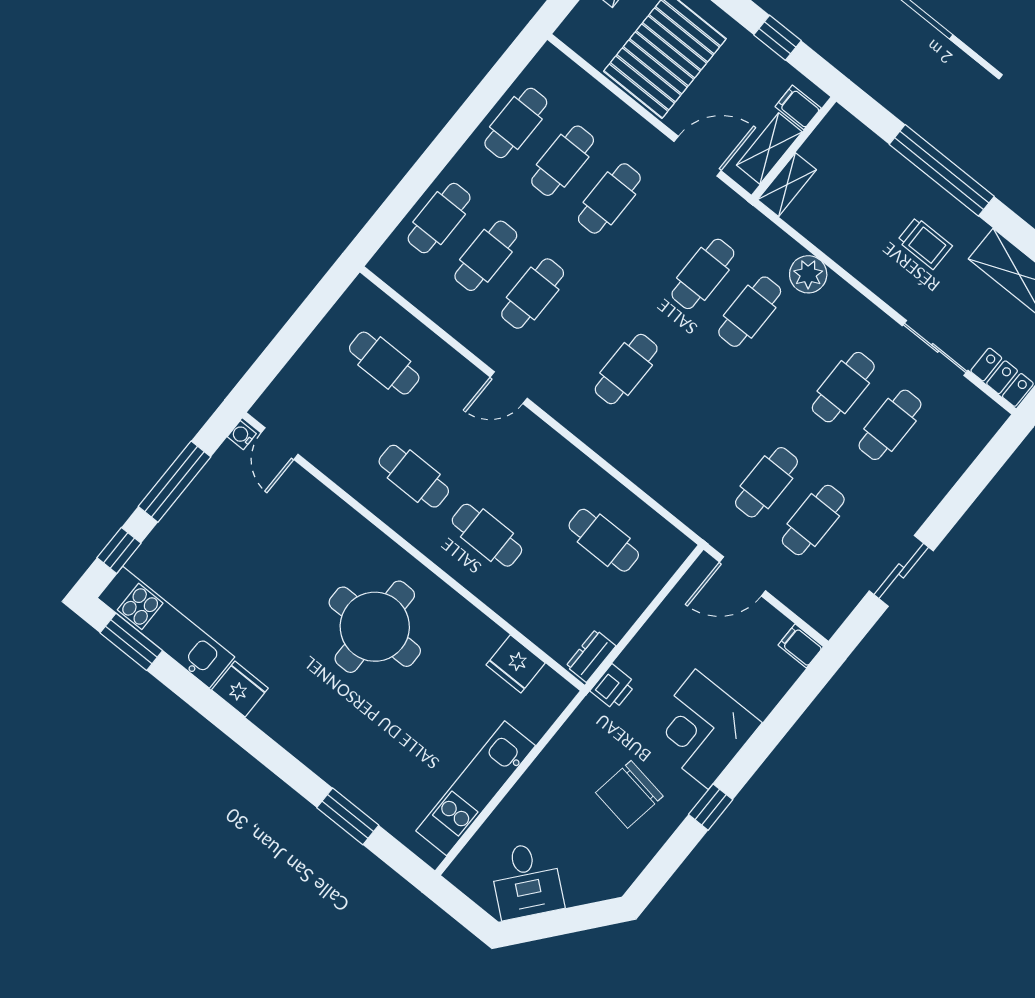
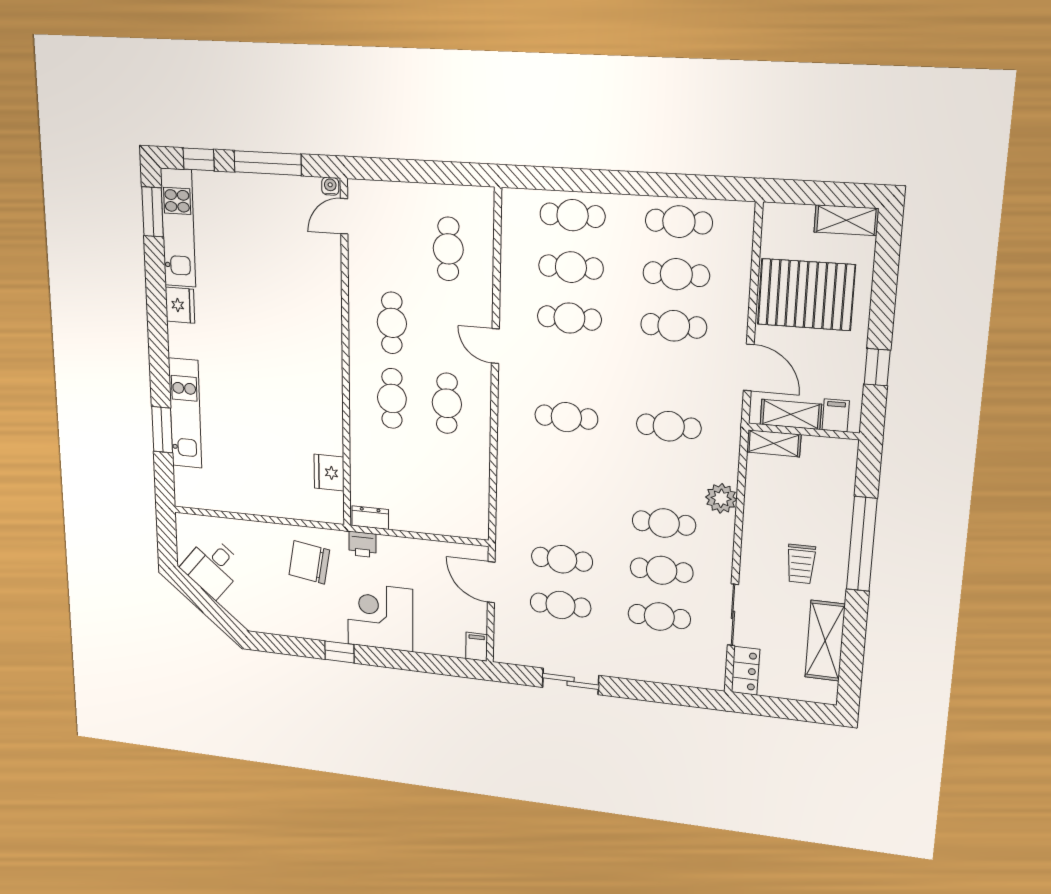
cafe table: (750, 312) -> (664, 523), moved
cafe table: (604, 540) -> (447, 403), moved
round table: (375, 627) -> (282, 365), removed
kitchen unit: (476, 788) -> (185, 413), moved, turned 90
chair: (629, 794) -> (309, 562), moved

